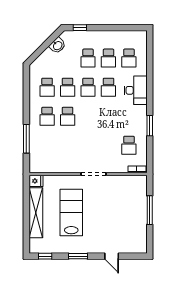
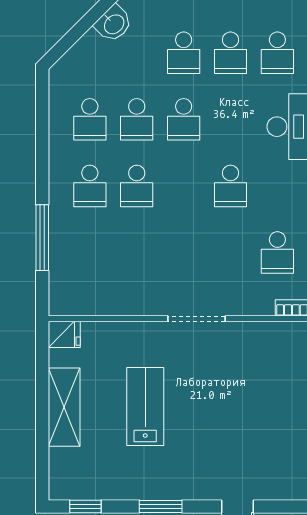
school desk: (108, 87) -> (231, 186), moved
lab bench: (71, 212) -> (145, 406), width x0.73, depth x0.72
shelving: (36, 213) -> (64, 407), width x0.68

